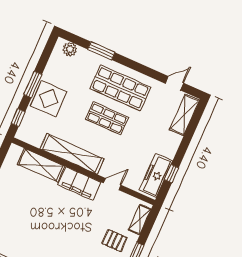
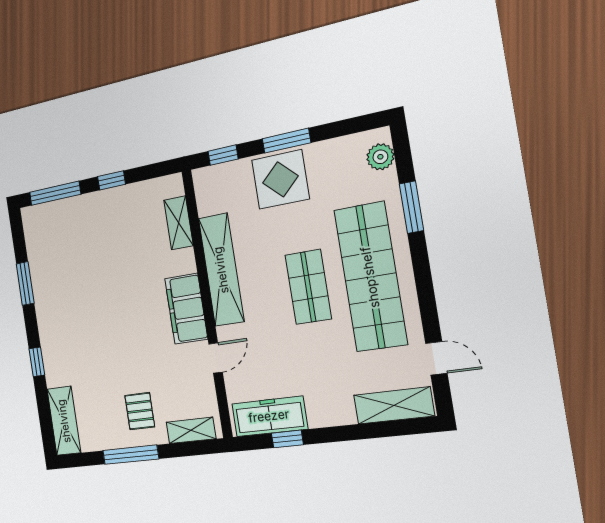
shop shelf: (120, 88) -> (370, 277), width x1.40
shelving: (41, 165) -> (179, 223), width x0.67, depth x0.75
door: (112, 184) -> (216, 358), hinge flipped

